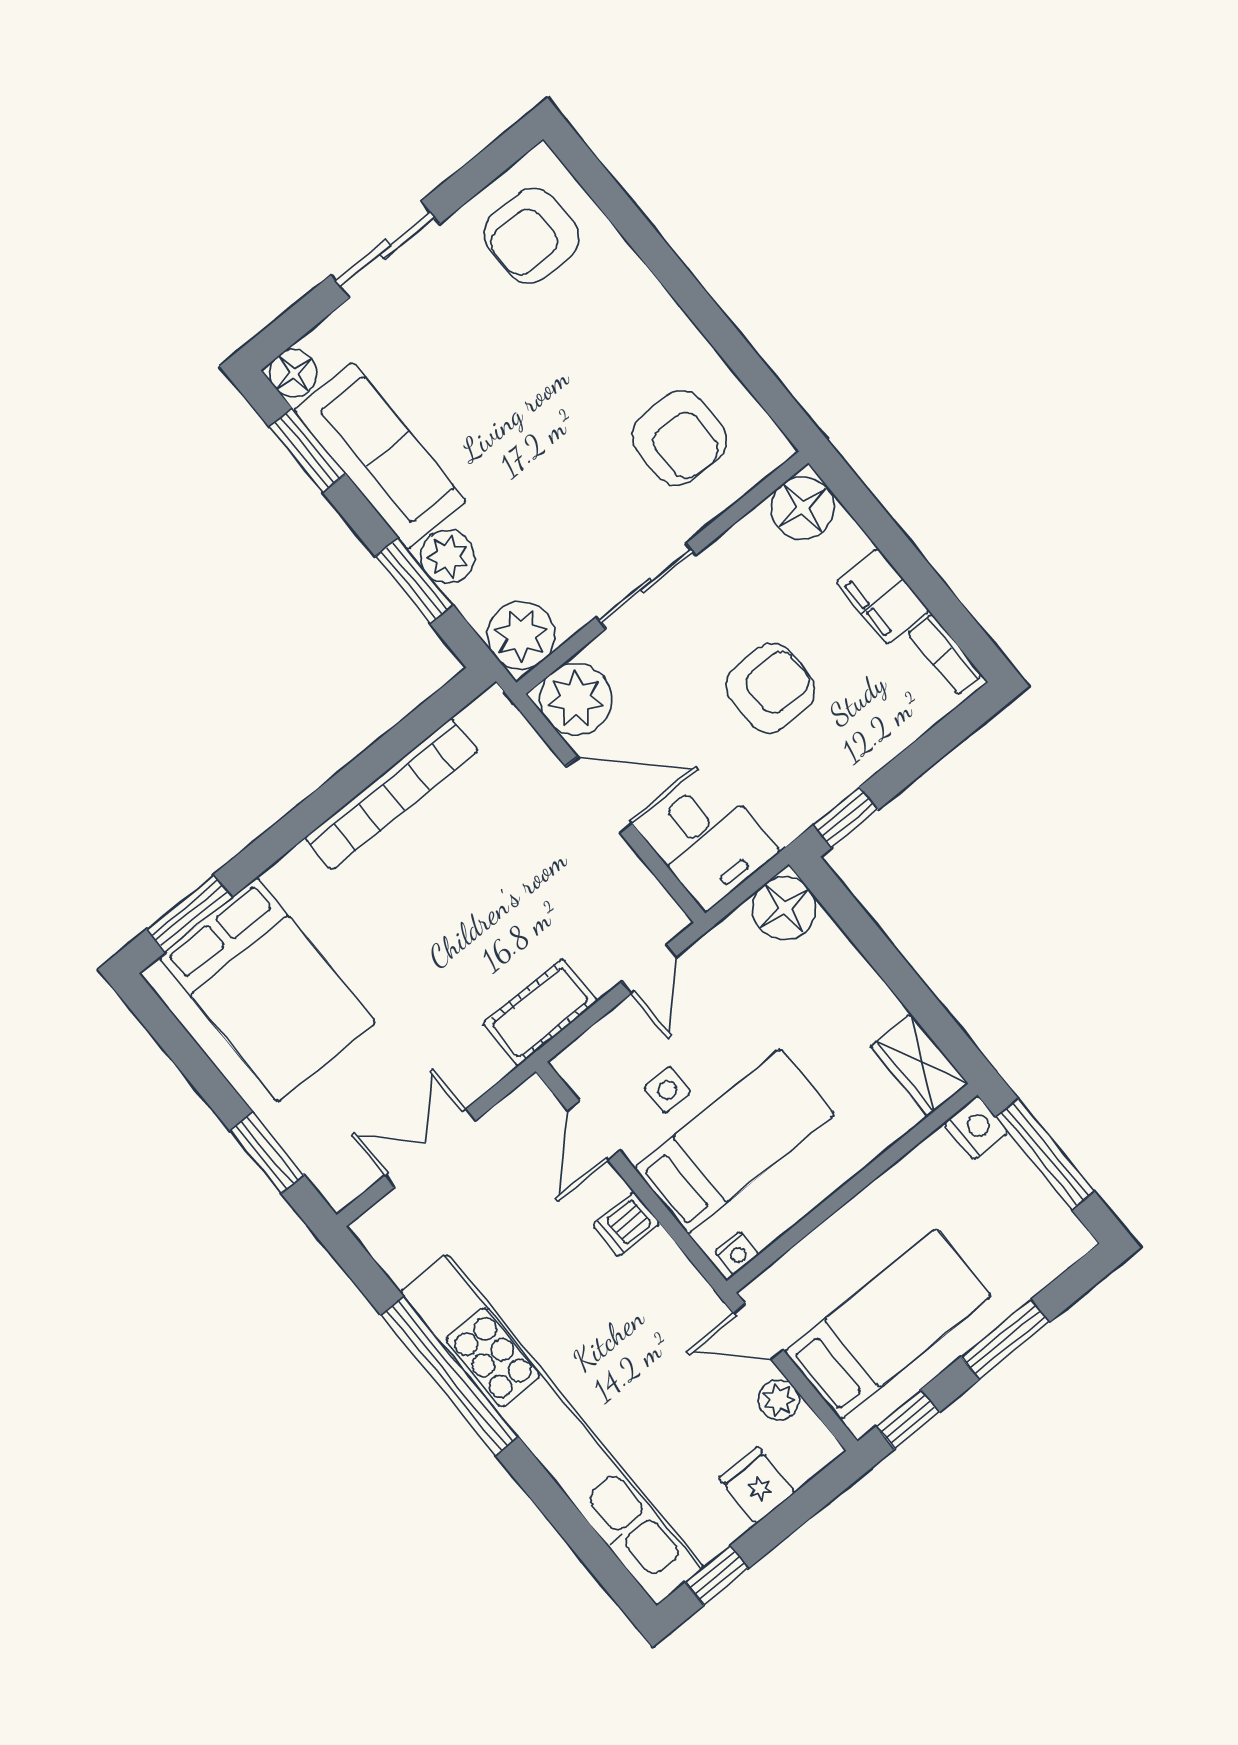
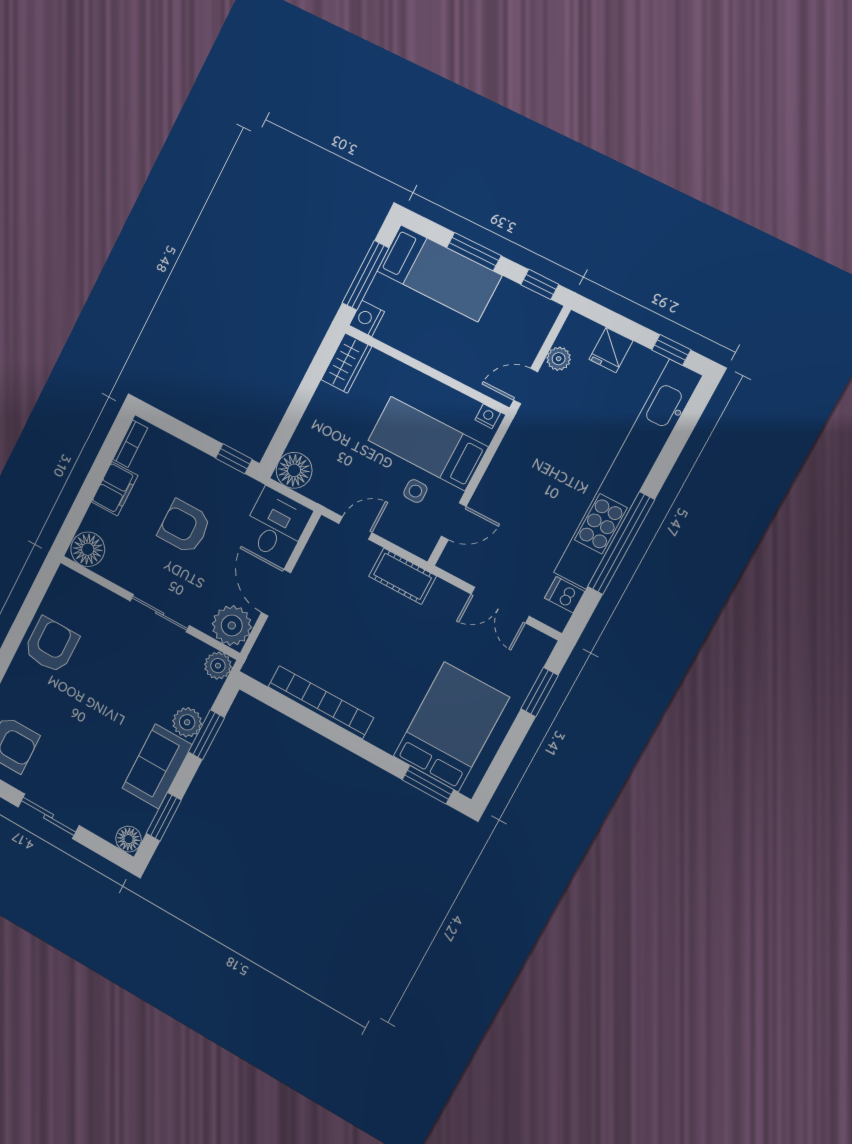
armchair: (679, 438) -> (51, 645), moved
sofa: (380, 456) -> (157, 766), width x0.73
plant: (521, 636) -> (218, 666), width x0.73, depth x0.73
dishwasher: (626, 1224) -> (565, 595), moved, turned 180
bed: (888, 1324) -> (439, 273), moved, turned 180
door: (758, 1332) -> (526, 386), swing flipped

